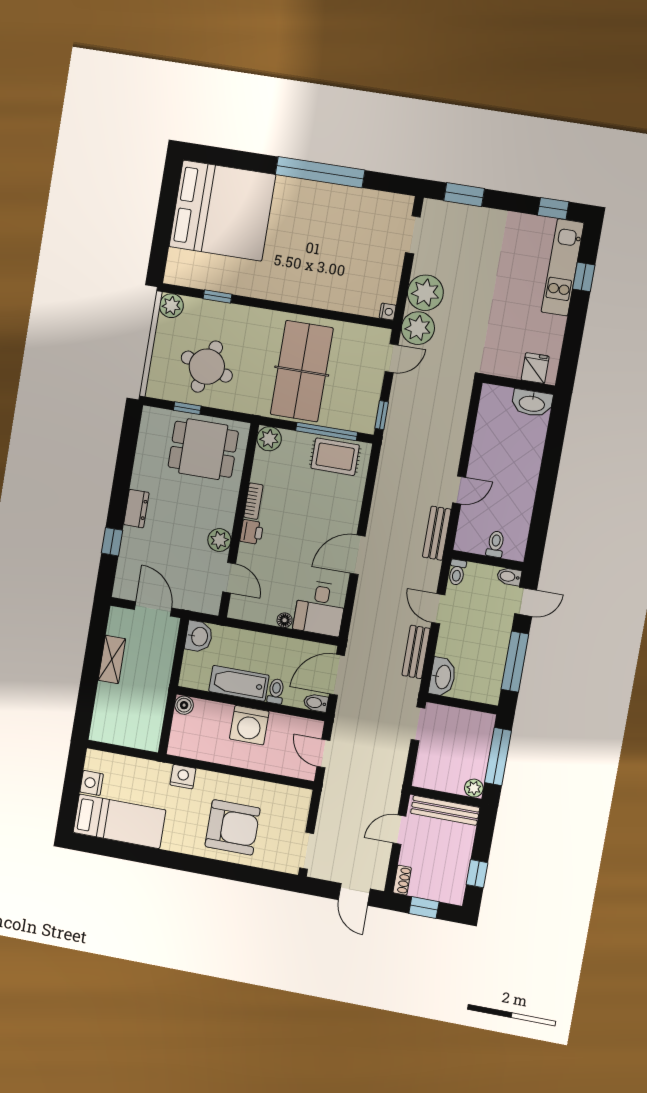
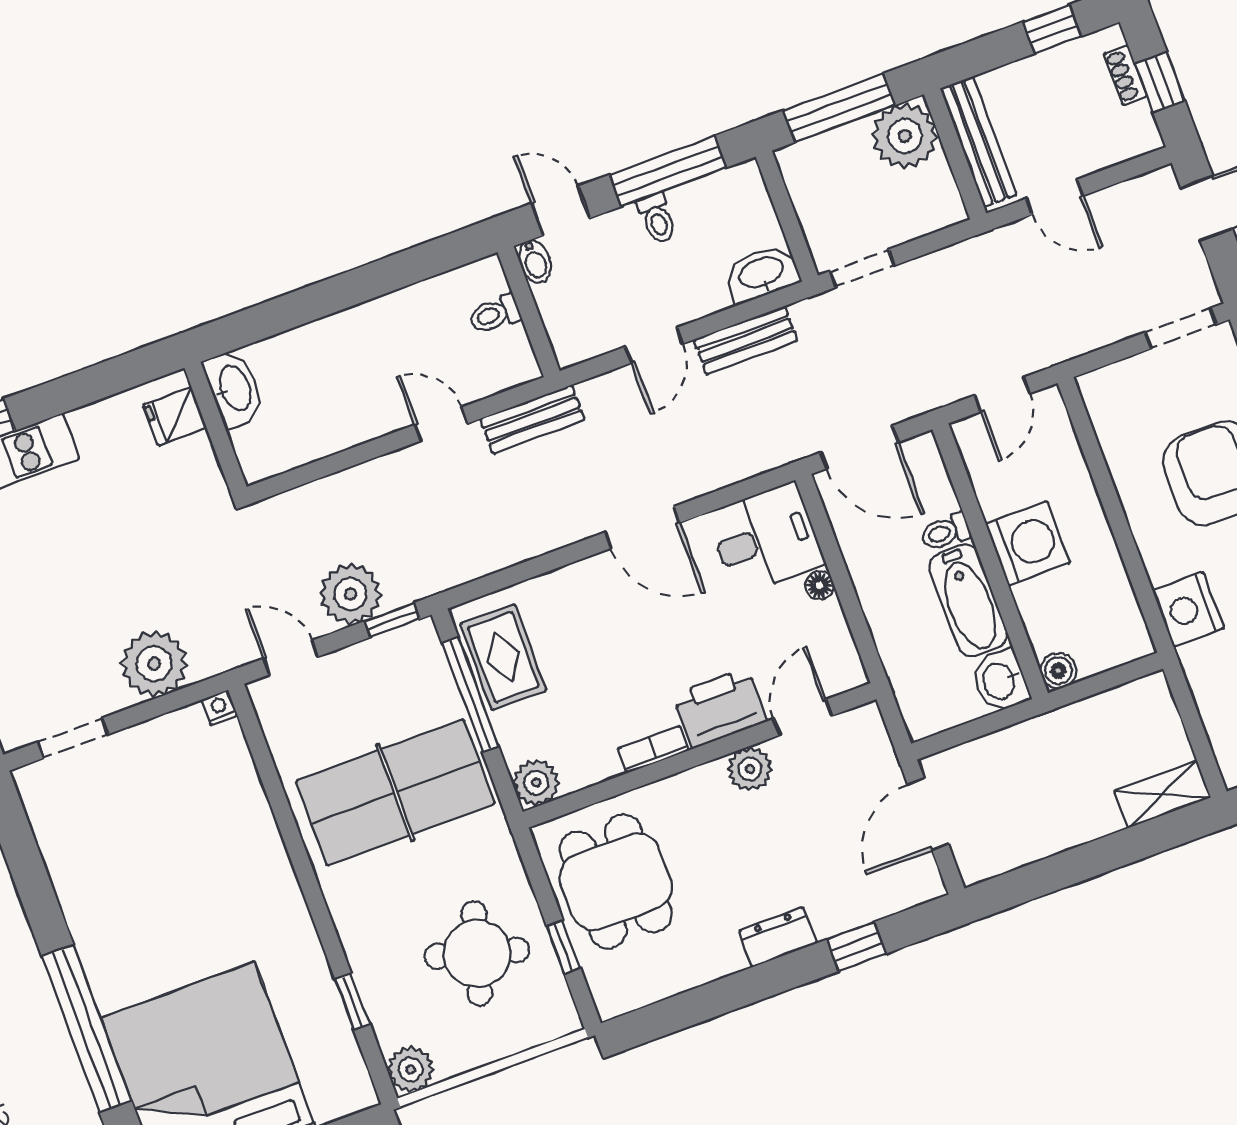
window: (320, 172) -> (87, 1028), moved
plant: (418, 328) -> (350, 594), moved
printer: (252, 532) -> (720, 708), width x1.87, depth x1.48
toilet: (457, 572) -> (657, 218), moved, turned 90
washbasin: (199, 637) -> (1000, 681), moved, turned -90
shelving: (112, 659) -> (1162, 794), moved
bidet: (316, 703) -> (926, 455), removed
nightstand: (183, 777) -> (1188, 609), width x1.36, depth x1.33
plant: (474, 788) -> (905, 136), width x1.87, depth x1.87
shoe rack: (402, 880) -> (1125, 75), moved, turned -90

